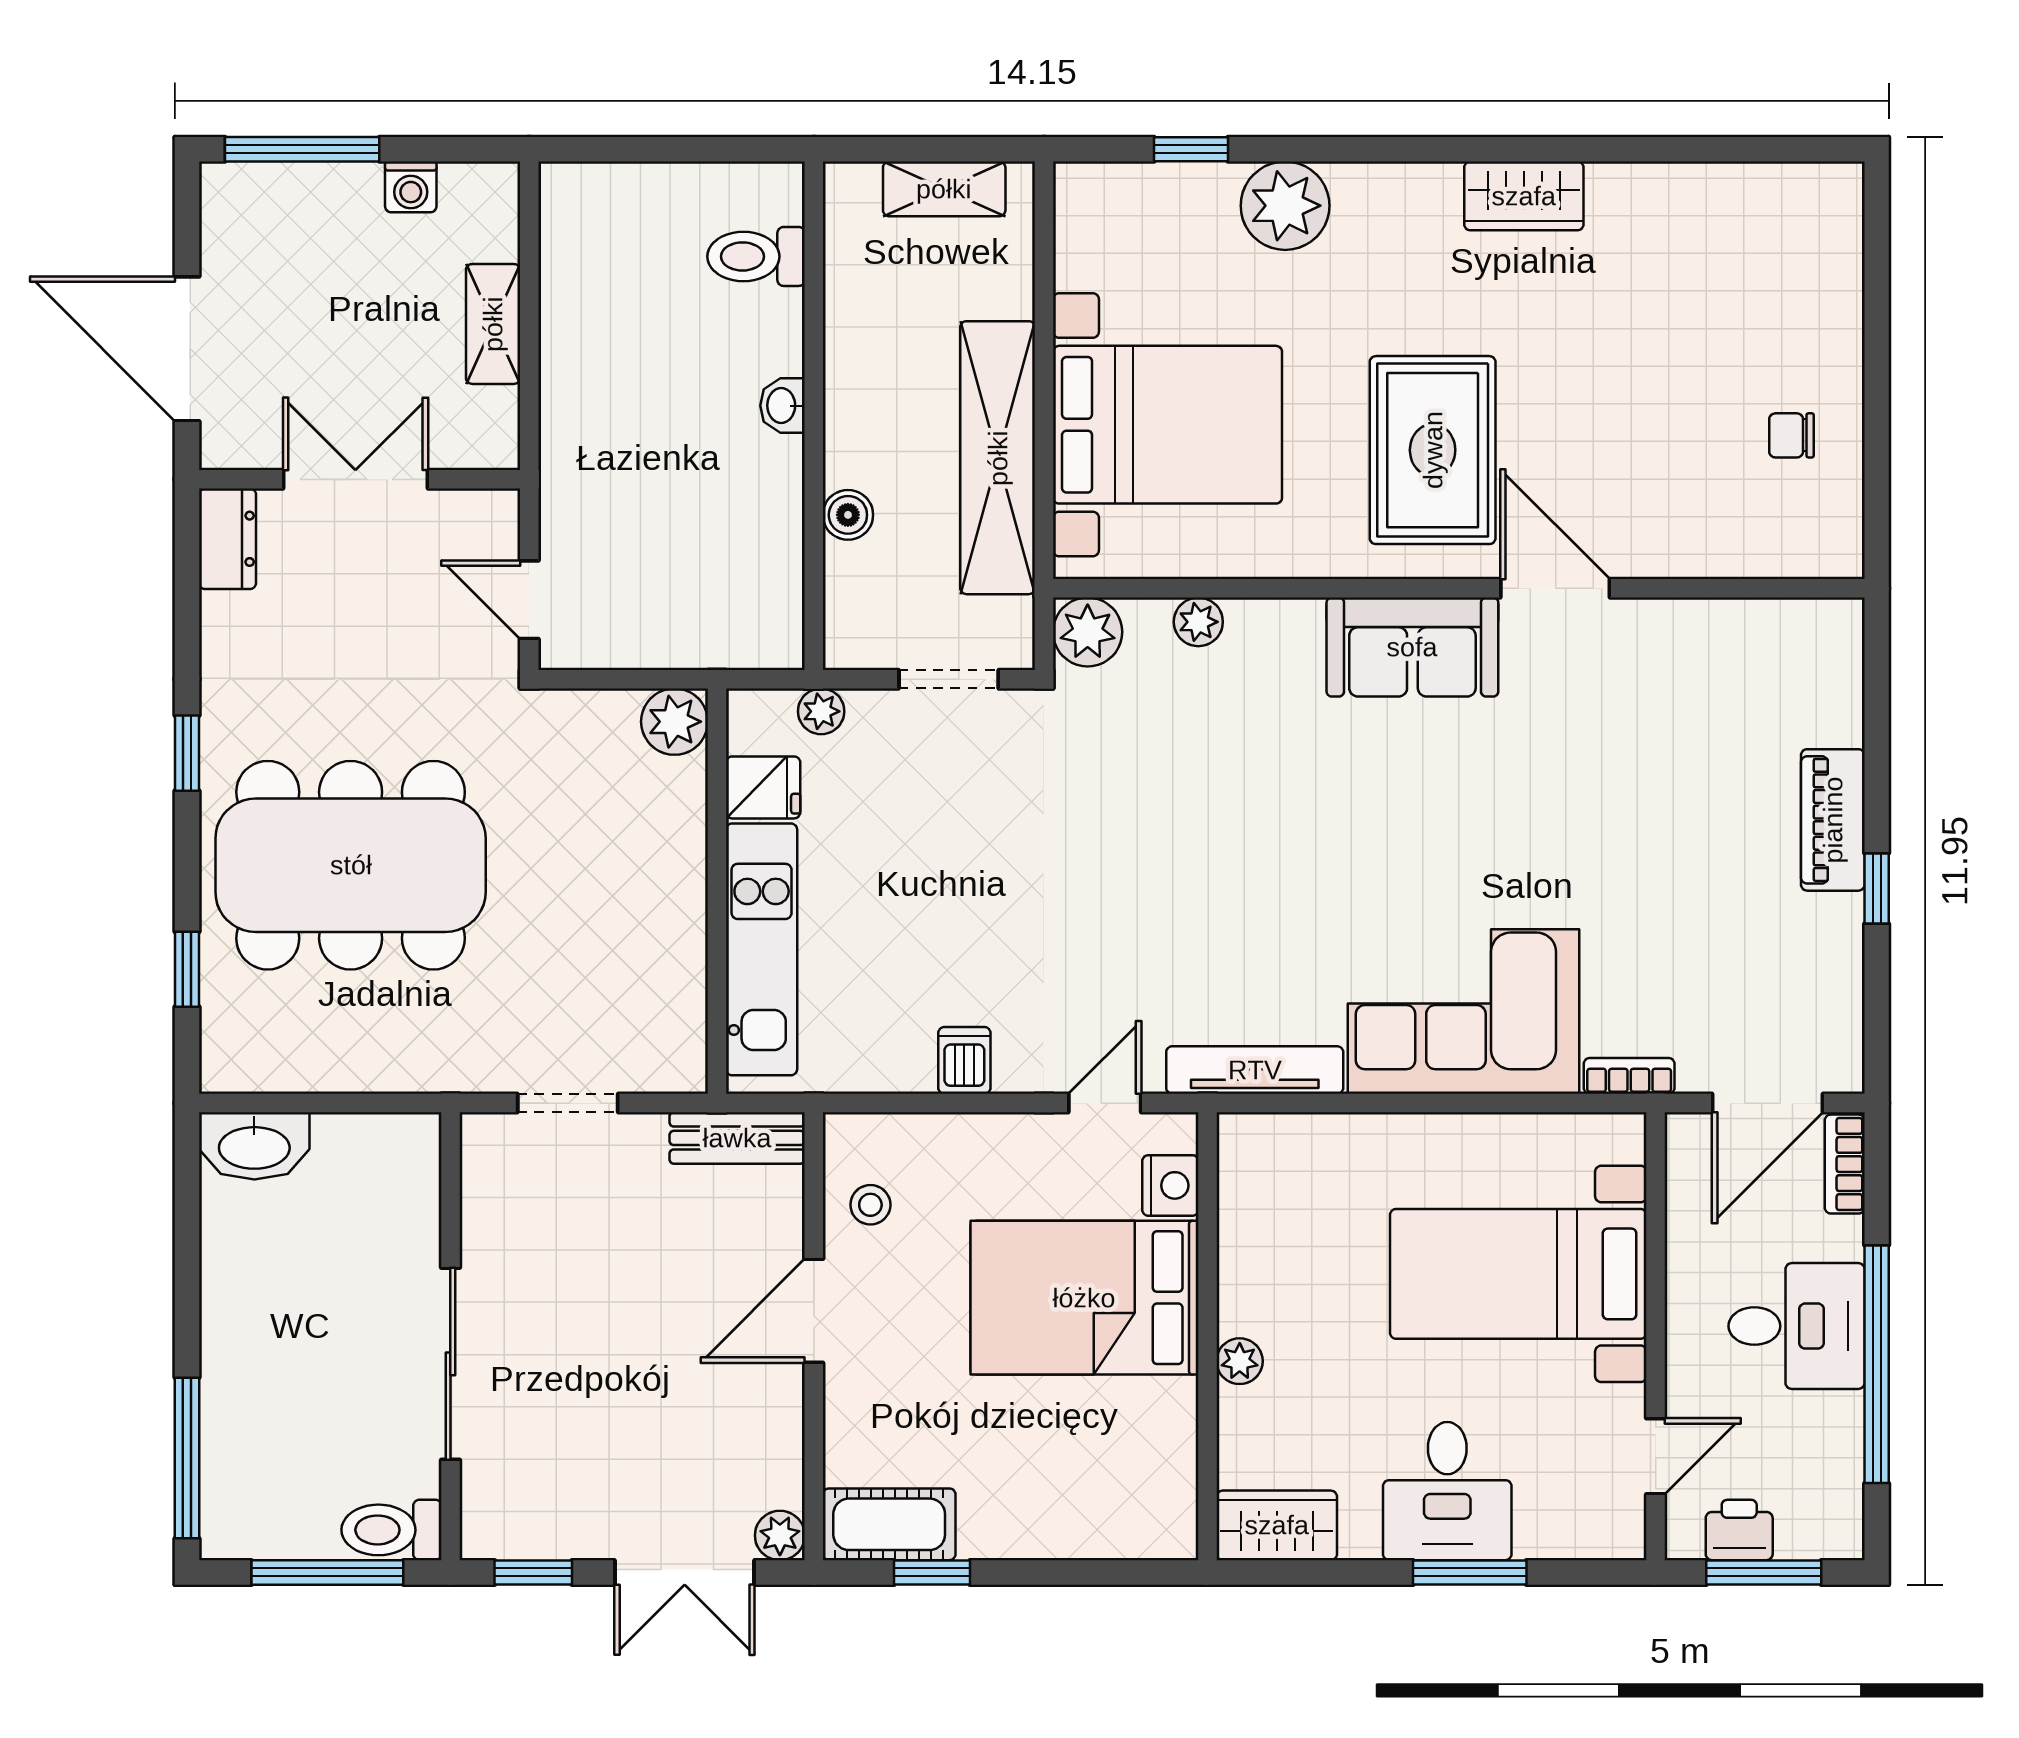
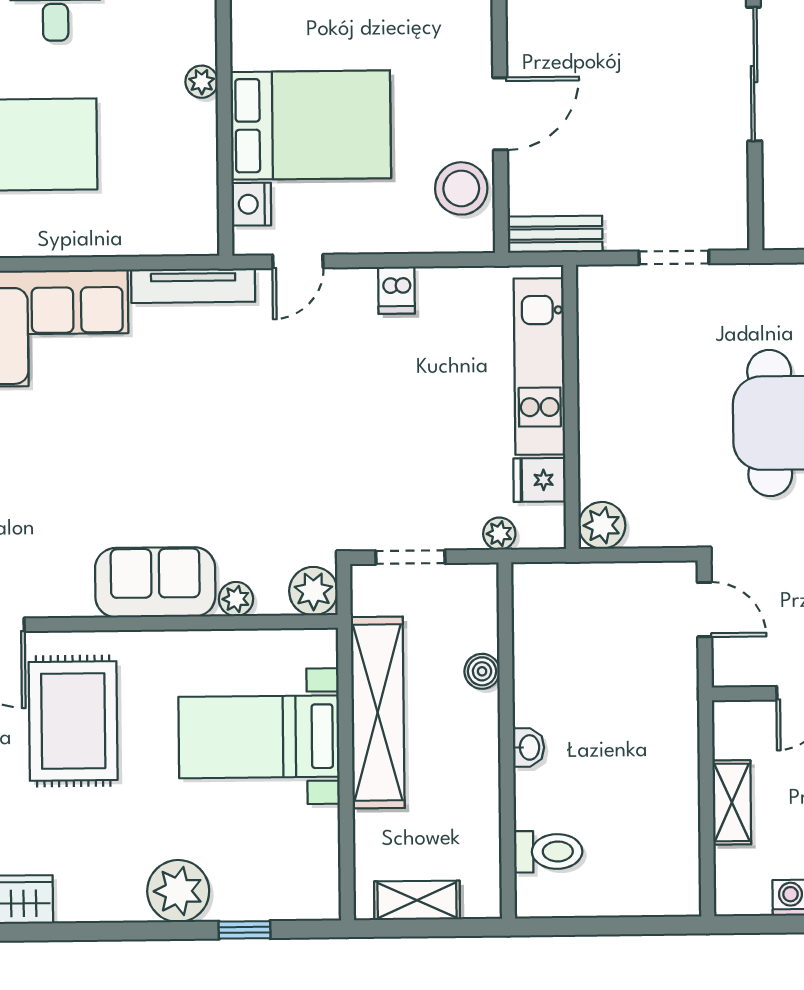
bed with nightstands: (1168, 425) -> (259, 737), width x0.73
sofa: (1412, 647) -> (155, 582), moved
stool: (870, 1205) -> (461, 188), width x1.89, depth x1.89

